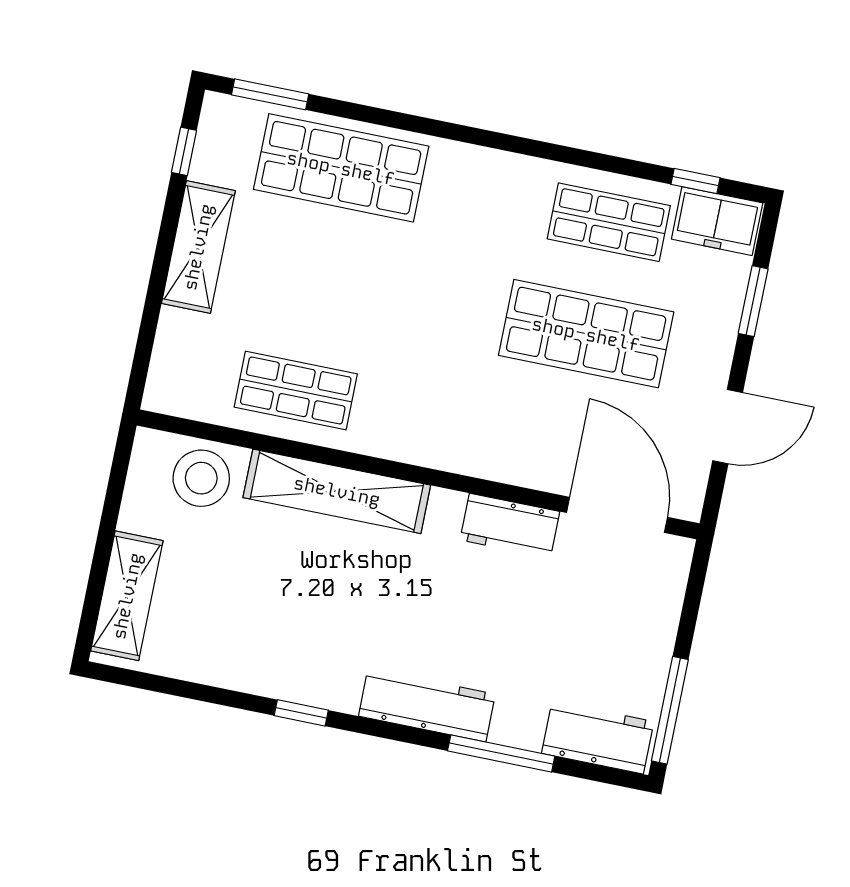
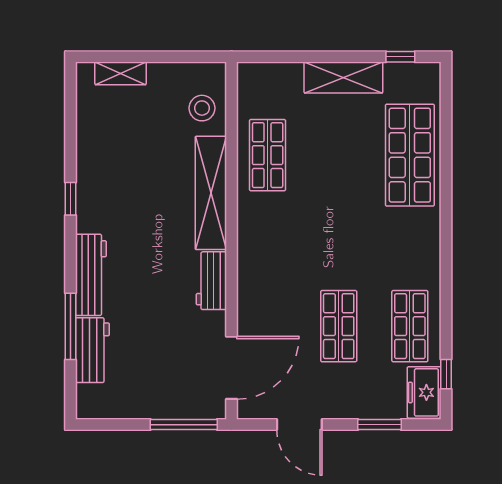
window: (270, 94) -> (446, 102), removed
shop shelf: (586, 334) -> (339, 326), width x0.70, depth x0.74
stool: (201, 478) -> (202, 108), width x0.73, depth x0.73
workbench: (510, 526) -> (211, 281), moved
shelving: (127, 596) -> (121, 73), width x0.67, depth x0.75
window: (670, 710) -> (184, 425), moved
workbench: (598, 737) -> (92, 350), moved

